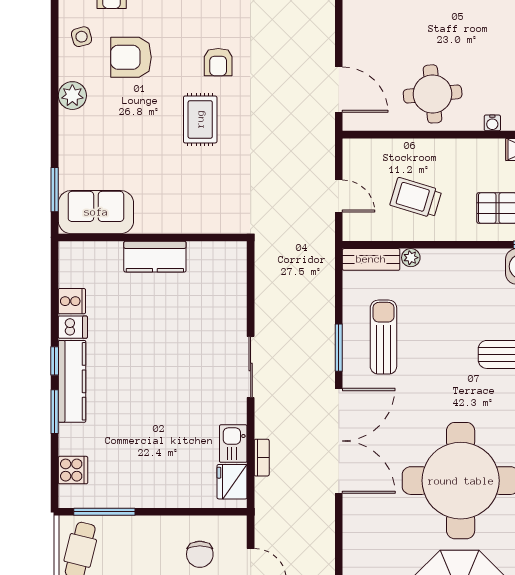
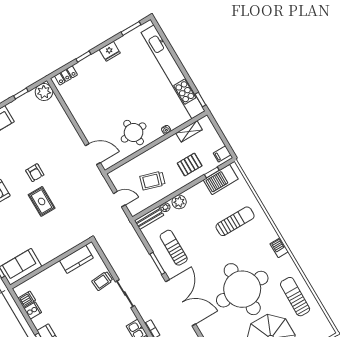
kitchen counter: (155, 257) -> (76, 259), moved
plant: (440, 263) -> (179, 202), added
trolley: (224, 321) -> (102, 281), added
dishwasher: (73, 327) -> (27, 299), moved

